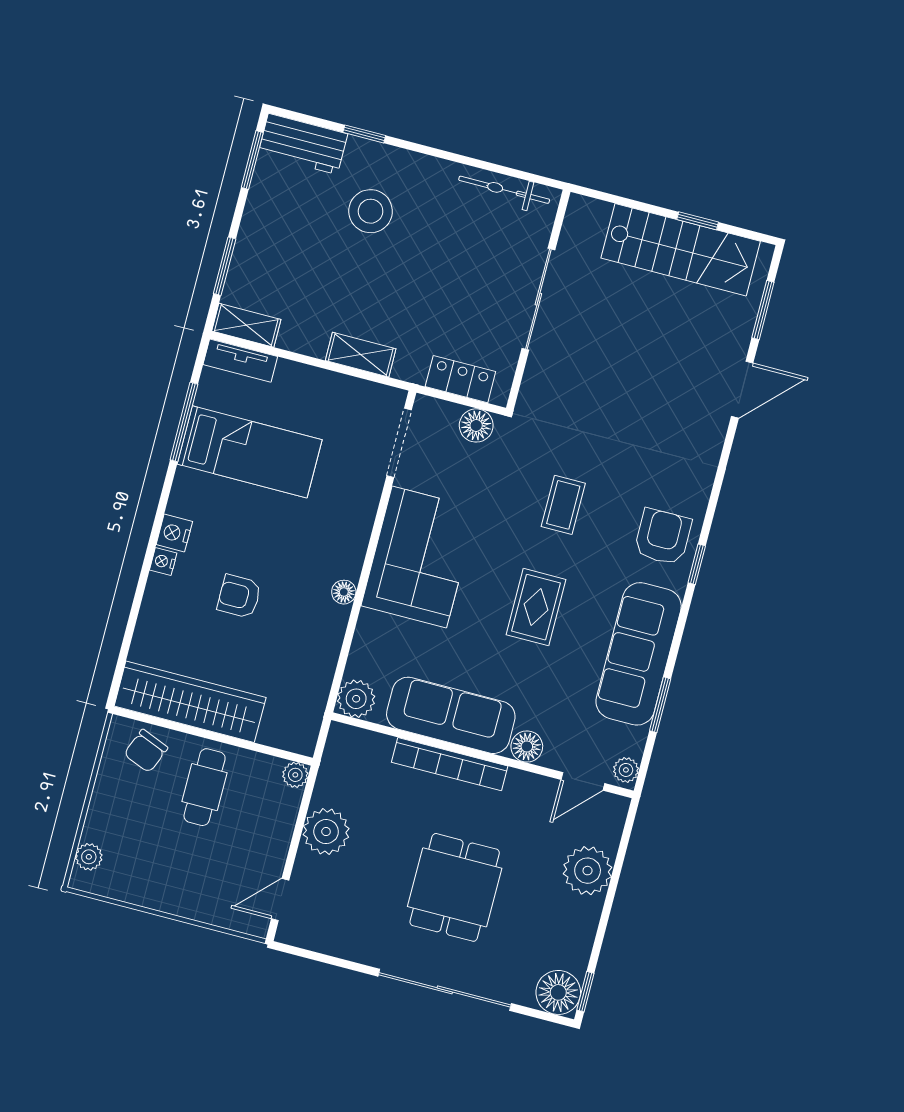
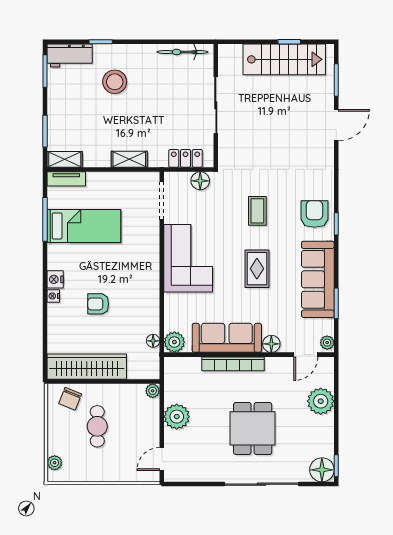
floor lamp: (344, 592) -> (153, 341), moved
cafe table: (205, 787) -> (97, 426), moved

